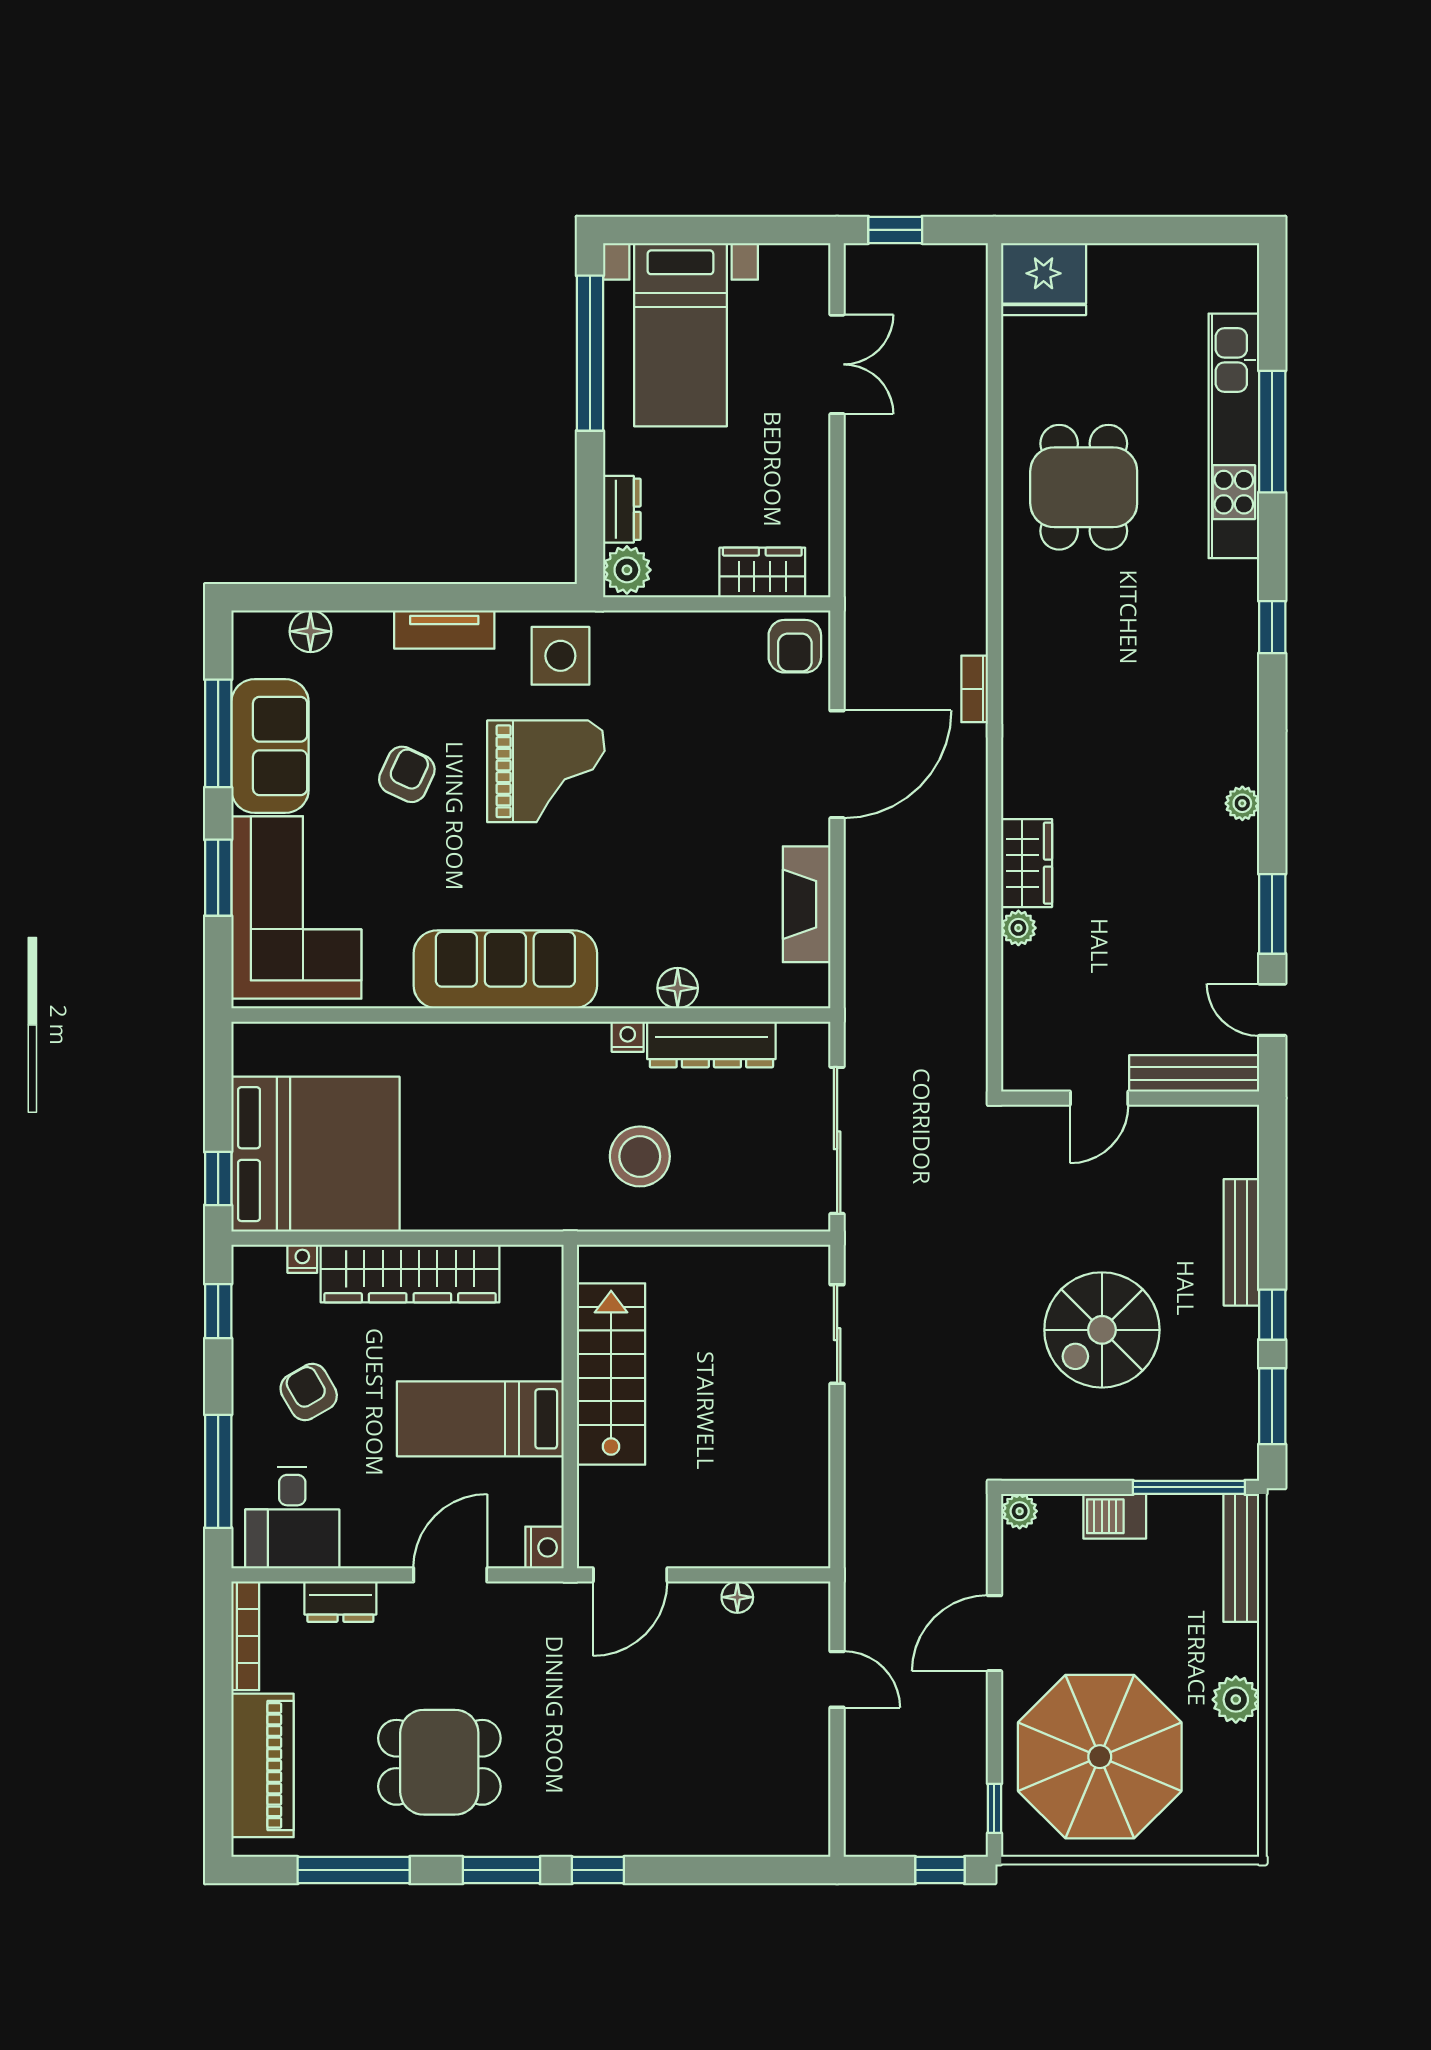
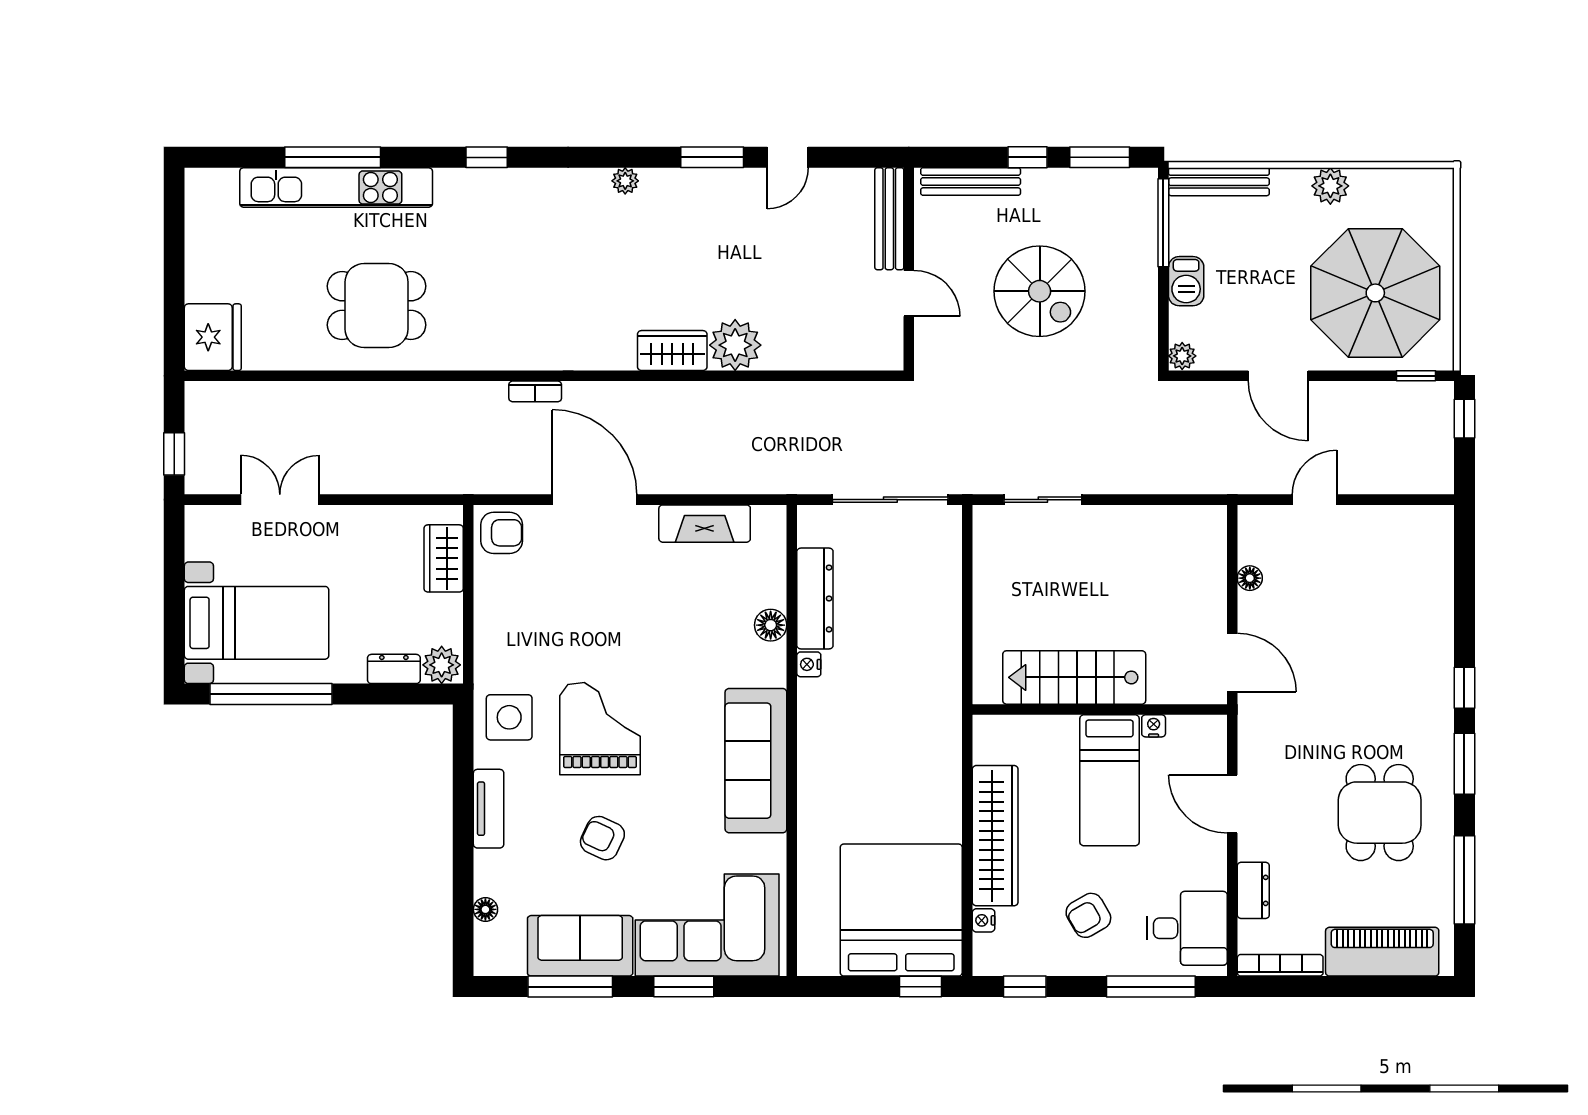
floor lamp: (310, 631) -> (485, 909), width x0.73, depth x0.73
plant: (1018, 928) -> (735, 345), width x1.87, depth x1.87
bench: (1194, 1073) -> (889, 219), moved
door: (1099, 1098) -> (909, 293), moved
wall: (1130, 1098) -> (909, 269), moved
stool: (640, 1156) -> (903, 655), removed
nightstand: (545, 1547) -> (1154, 726), moved, width x0.72, depth x0.74

